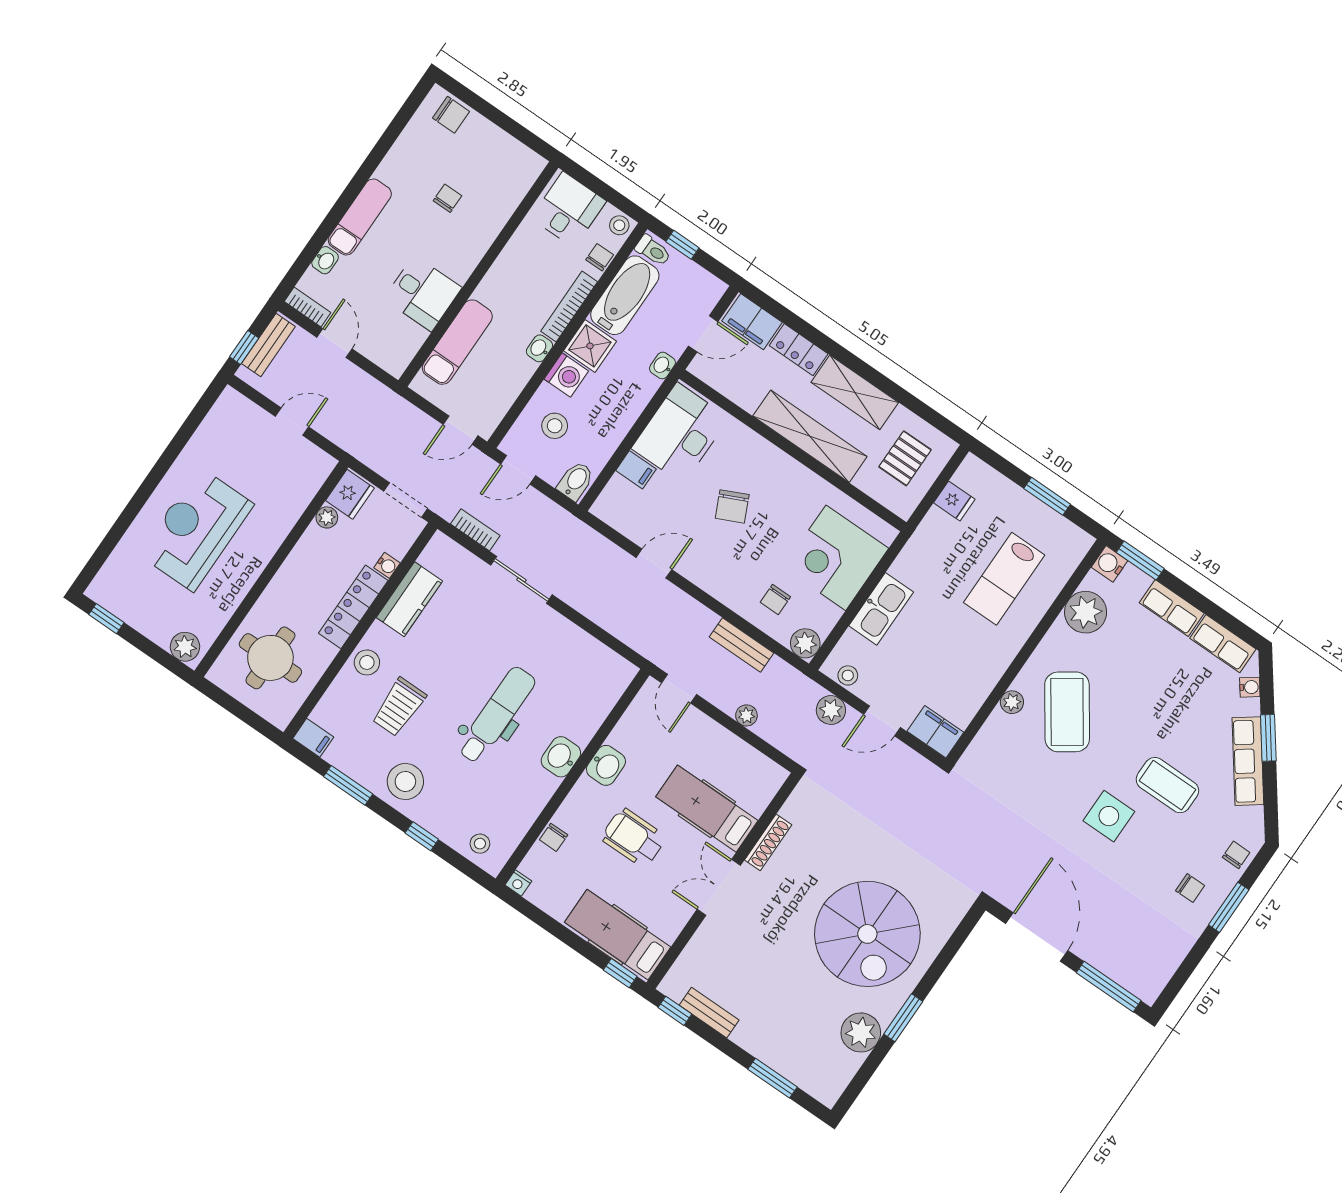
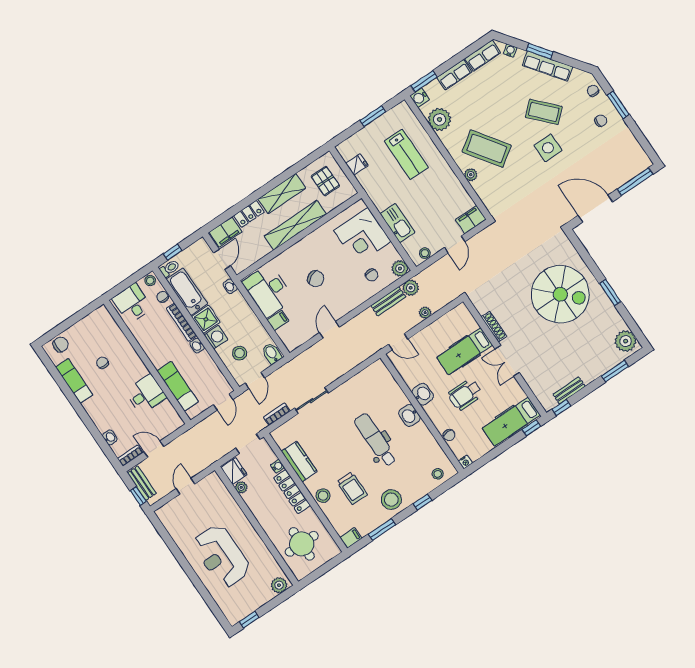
exam couch: (360, 217) -> (74, 381), moved
plant: (831, 710) -> (411, 288), moved
coffee table: (1167, 785) -> (544, 112), turned 47
plant: (861, 1032) -> (626, 341), moved

